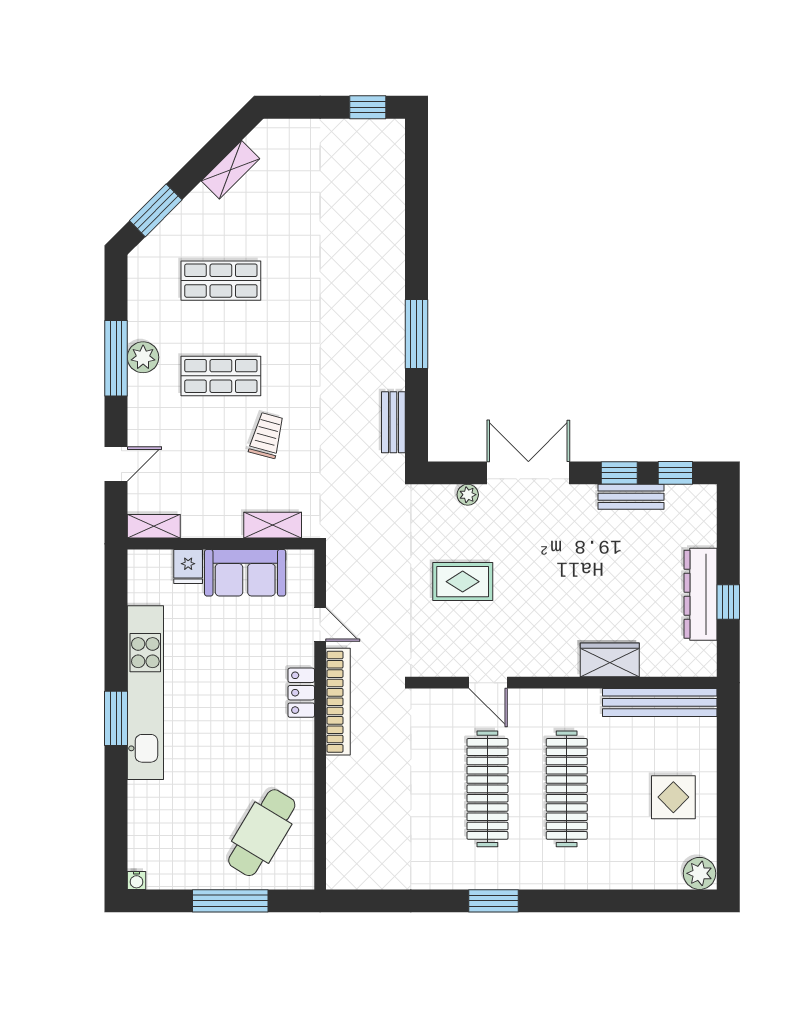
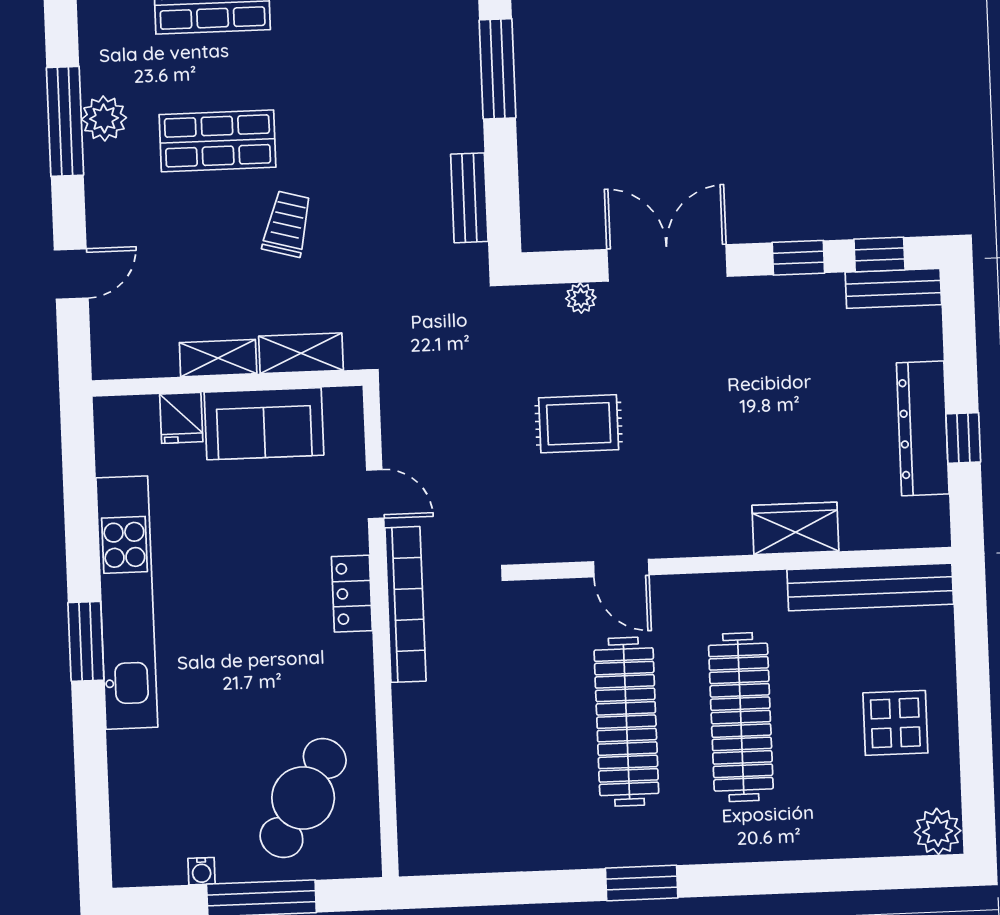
bench: (631, 497) -> (893, 288), moved
shelving: (154, 526) -> (218, 358), moved
water cooler: (136, 880) -> (202, 871), moved

